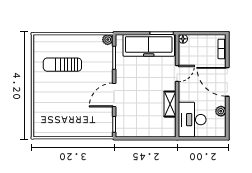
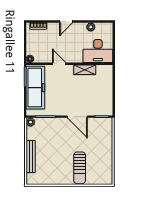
bench: (67, 40) -> (31, 156), added
sun lounger: (62, 65) -> (80, 168), moved
door: (227, 82) -> (66, 22), width x0.53

